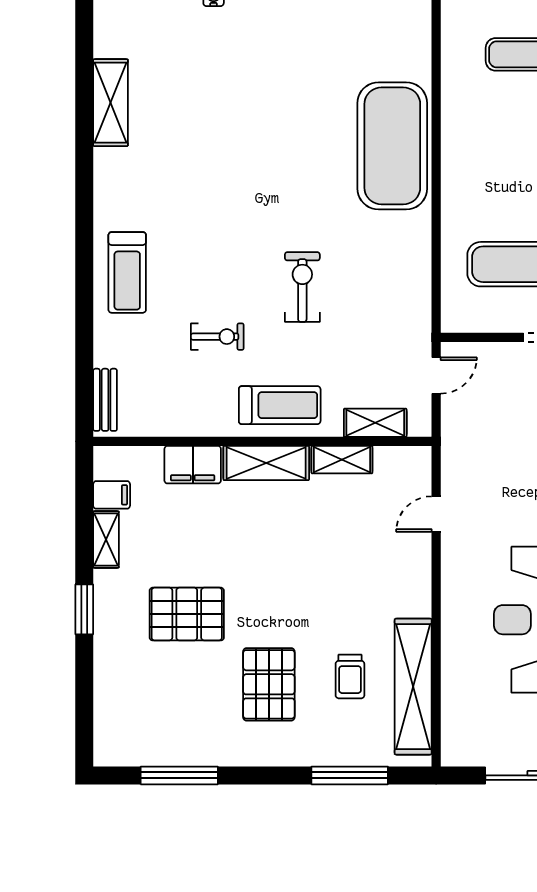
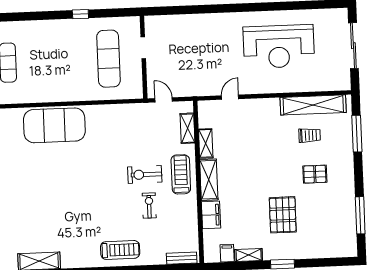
exercise bike: (302, 287) -> (145, 175), moved
door: (436, 514) -> (230, 97), swing flipped
pallet: (269, 684) -> (315, 174), width x0.67, depth x0.71

